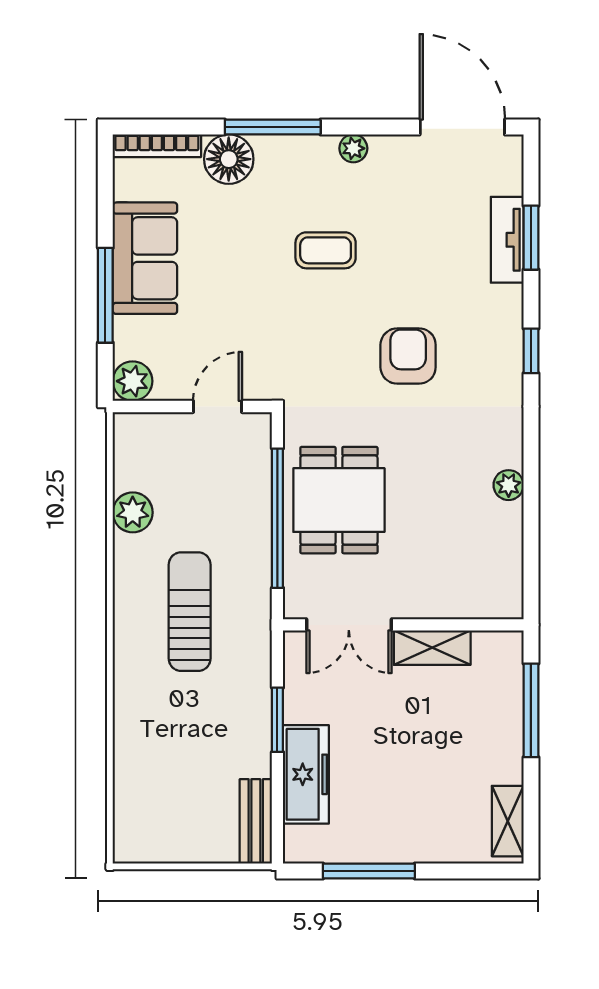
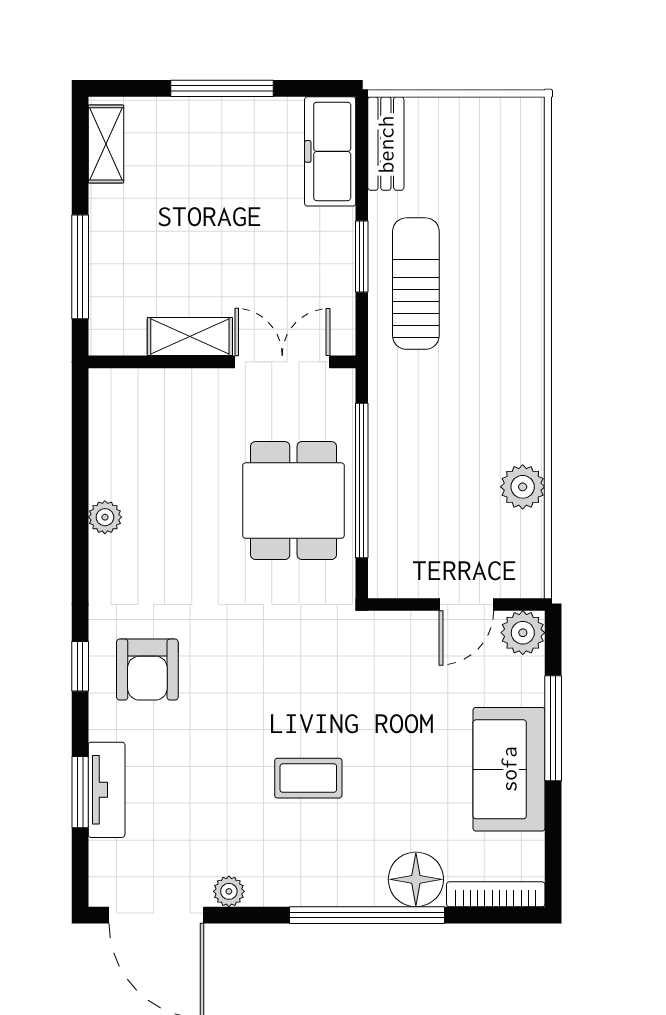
window: (273, 127) -> (367, 915), width x1.46
plant: (353, 148) -> (229, 891), moved
armchair: (408, 356) -> (147, 670), moved
door: (217, 406) -> (466, 605), moved
sun lounger: (190, 612) -> (416, 284), moved, turned 180
freezer: (306, 774) -> (330, 151), moved
window: (369, 871) -> (222, 88), moved

